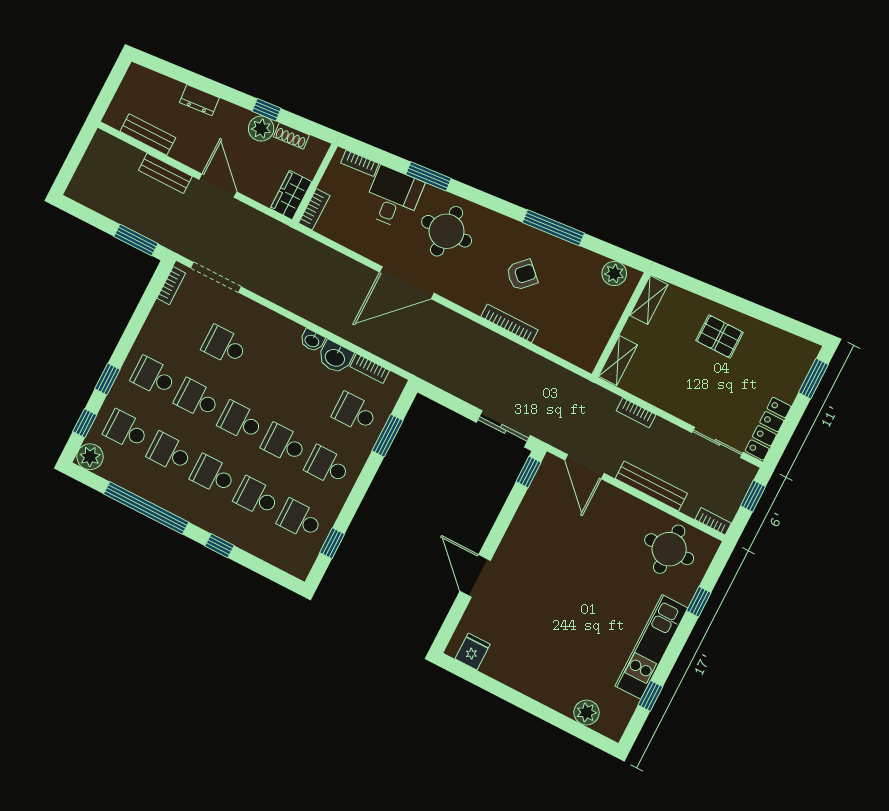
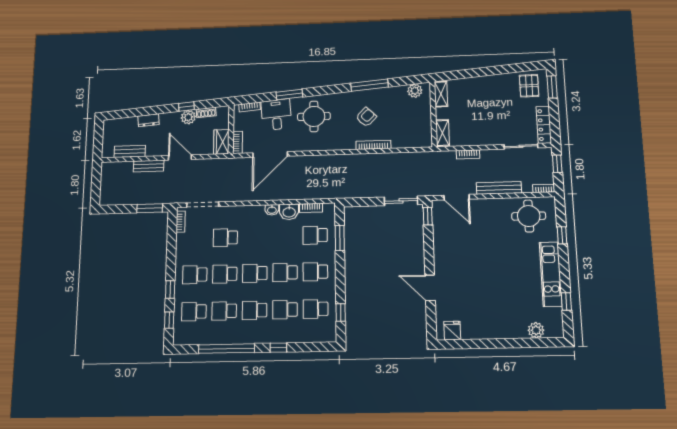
door: (407, 283) -> (270, 155), moved
pallet: (719, 336) -> (529, 86), moved, turned 90
plant: (90, 457) -> (181, 337), removed

